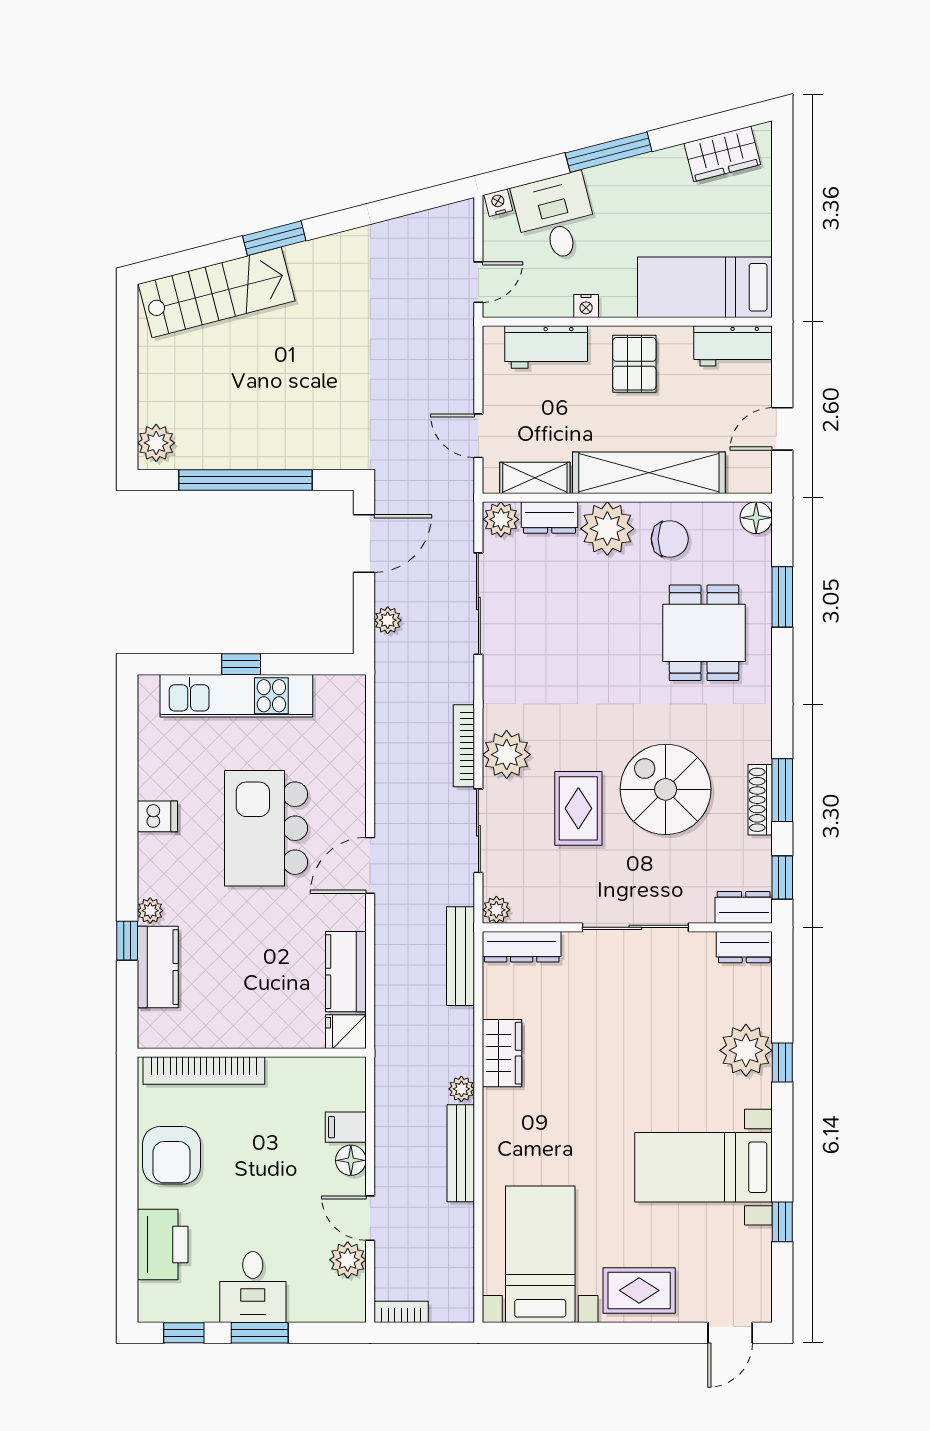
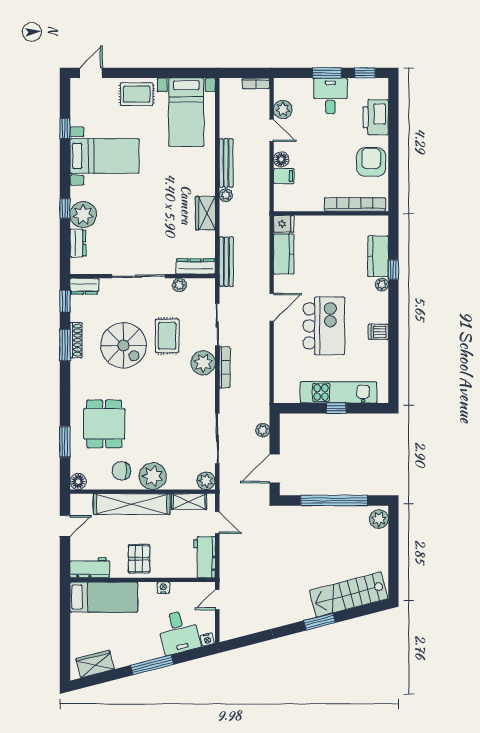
workbench: (546, 347) -> (205, 557), moved, turned -90
dresser: (550, 517) -> (182, 482), removed
plant: (496, 910) -> (179, 285), moved
dresser: (744, 947) -> (78, 243), moved, turned 90

